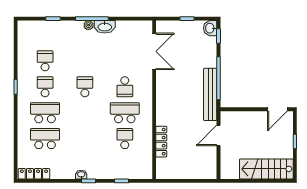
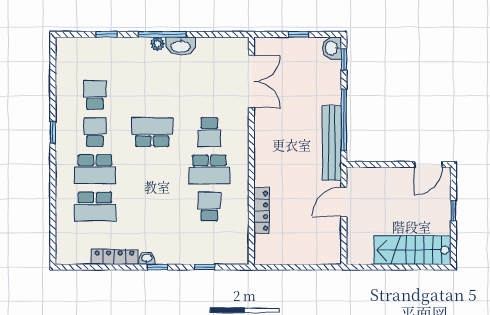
school desk: (85, 87) -> (152, 132), width x1.85
school desk: (45, 113) -> (95, 169), turned 180
school desk: (125, 113) -> (209, 169), turned 180
school desk: (45, 139) -> (95, 207), turned 180
locker: (34, 174) -> (114, 257), moved

